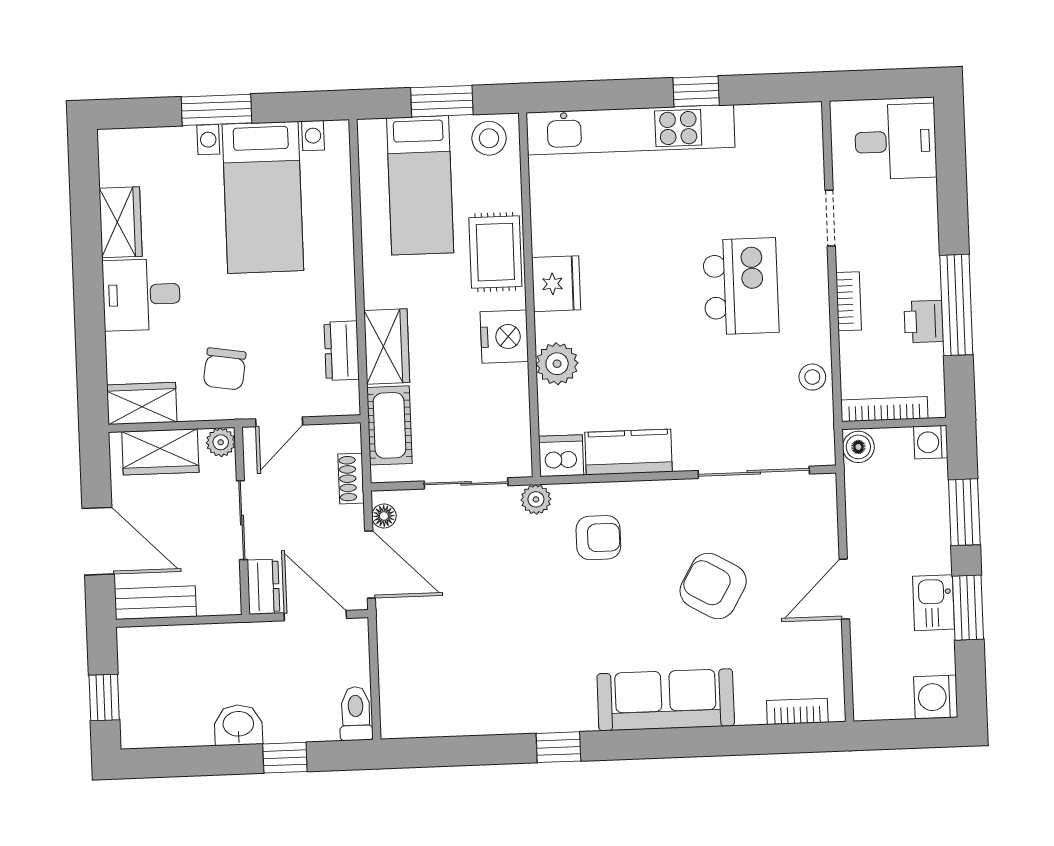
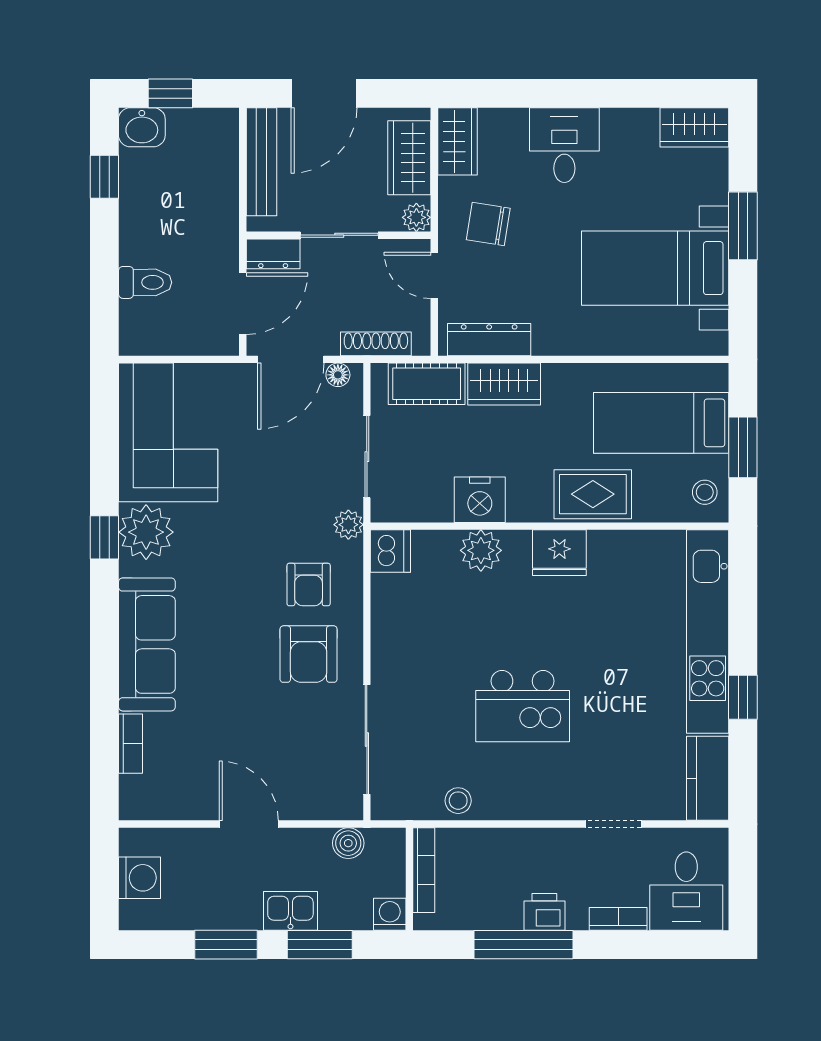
stool: (489, 138) -> (705, 492), width x0.73, depth x0.73
wardrobe: (121, 222) -> (694, 127), moved
kitchen island: (741, 286) -> (523, 706), moved
bookcase: (849, 301) -> (618, 919), moved, turned 180
printer: (924, 321) -> (544, 912), moved
nightstand: (504, 337) -> (480, 500), moved
dresser: (342, 351) -> (489, 340), width x1.44
boiler: (858, 447) -> (348, 843), moved
kitchen counter: (629, 452) -> (708, 778), moved, turned 180
shoe rack: (351, 479) -> (376, 344), width x1.43
armchair: (713, 586) -> (309, 654), moved, turned 150
bench: (155, 603) -> (261, 162), width x1.36
kitchen sink: (933, 603) -> (290, 911), moved
corner sofa: (449, 686) -> (168, 432), added
washing machine: (936, 697) -> (139, 878), moved, turned 90
plant: (551, 705) -> (146, 532), added
bookcase: (797, 711) -> (131, 744), moved
toilet: (356, 714) -> (145, 282), moved
washbasin: (238, 725) -> (142, 127), moved, turned 90
window: (285, 758) -> (104, 177), moved

